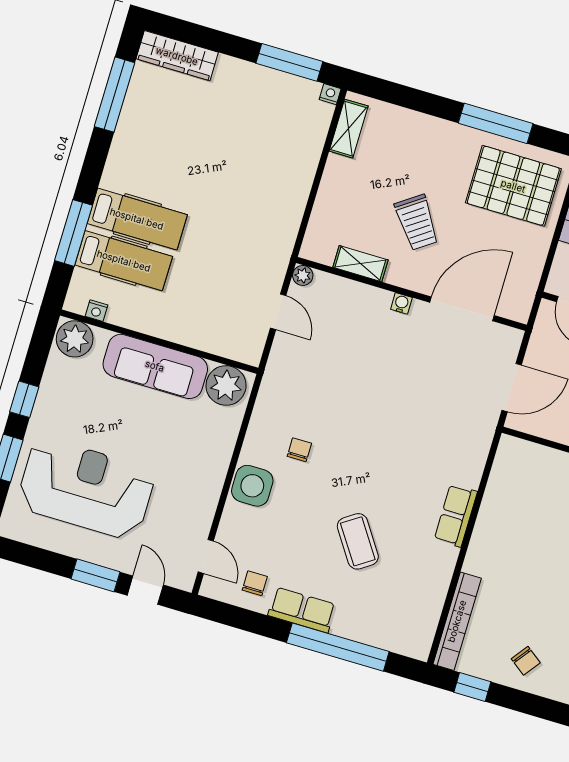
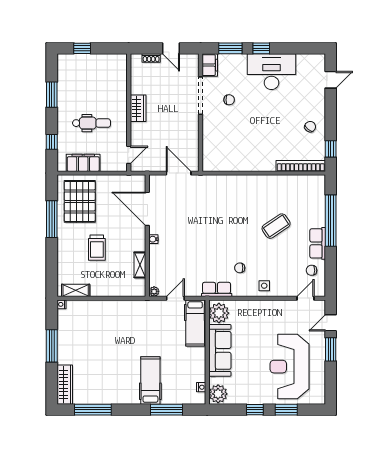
window: (289, 62) -> (52, 346), moved
trolley: (417, 222) -> (97, 248), moved, turned 125
hospital bed: (124, 261) -> (195, 323), moved, turned 180
side table: (252, 486) -> (264, 286), width x0.54, depth x0.54
row of seats: (456, 516) -> (217, 289), moved, turned 180

